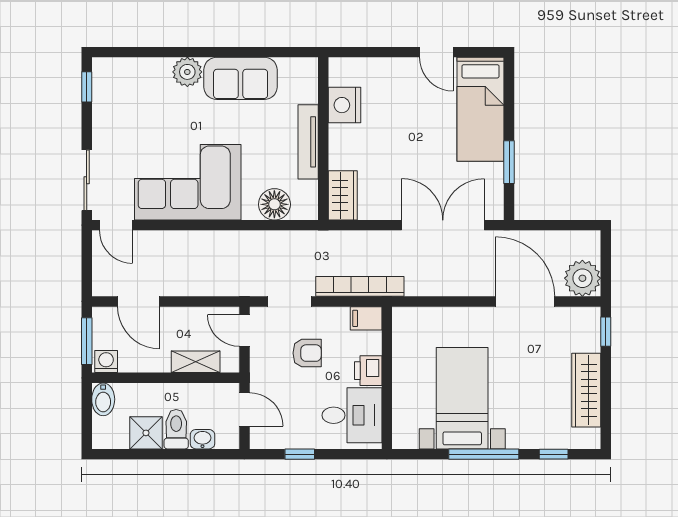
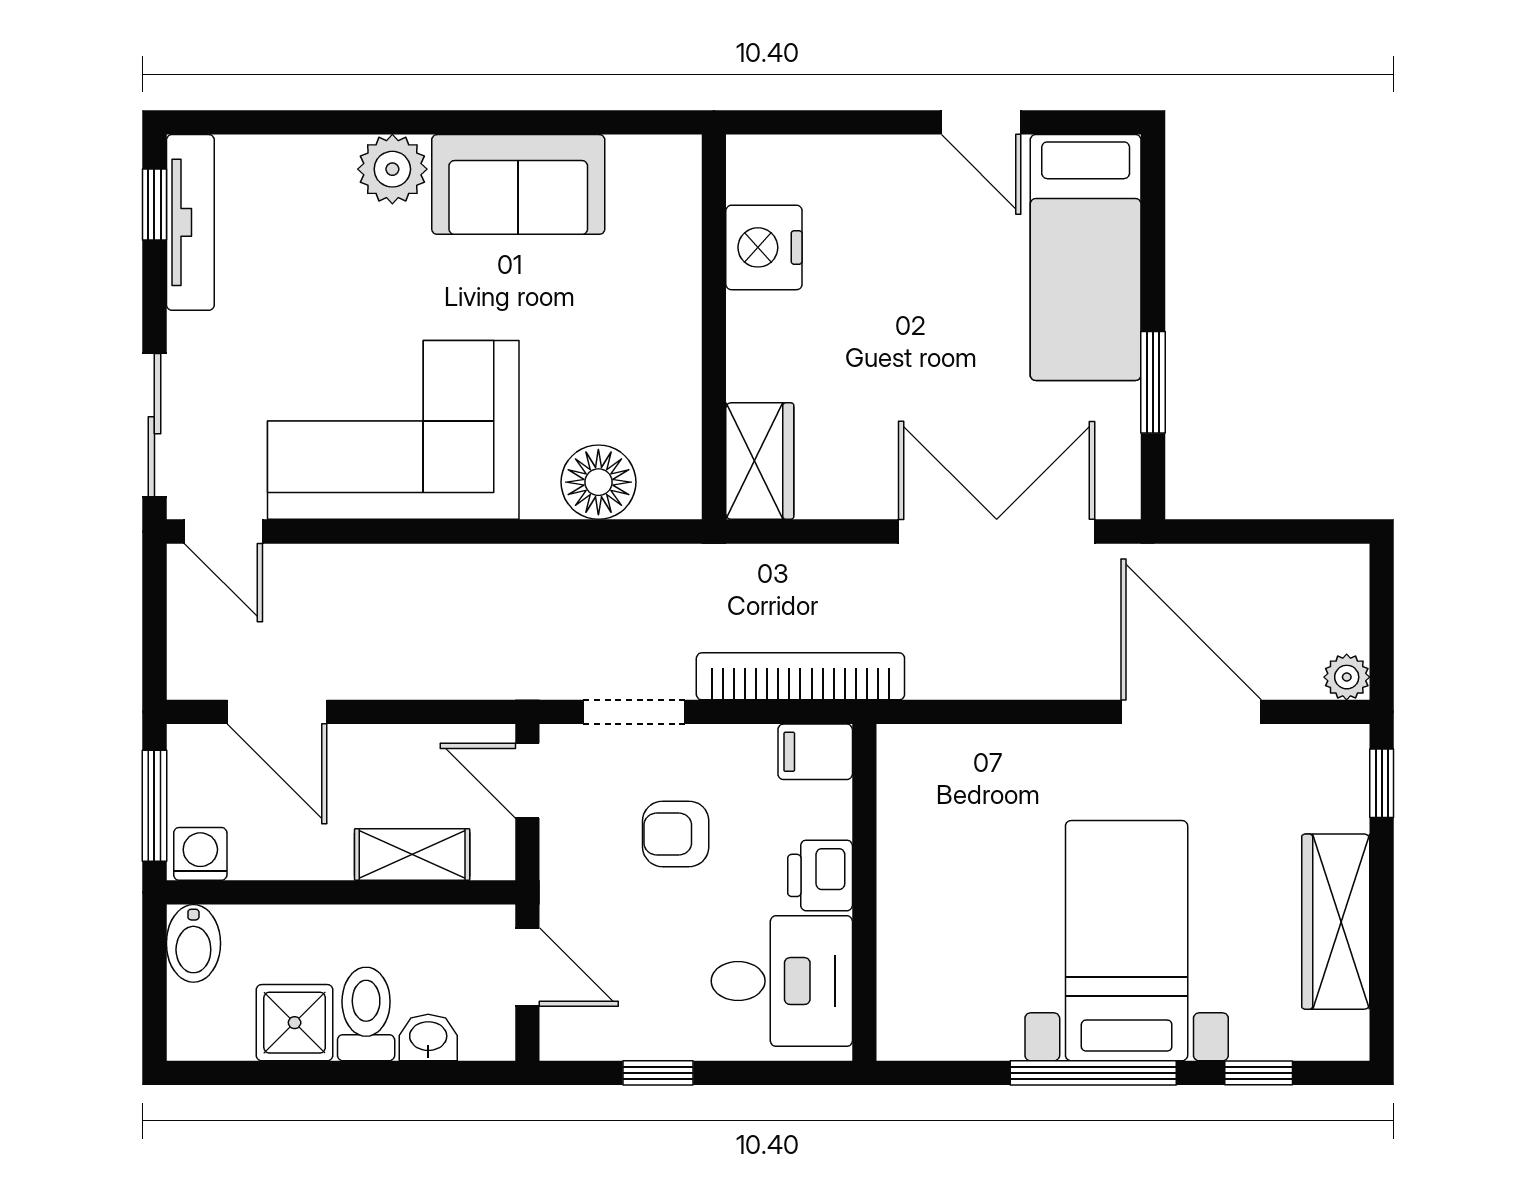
tv unit: (308, 142) -> (190, 222), moved, turned 180
plant: (582, 278) -> (1347, 677), width x0.53, depth x0.53
armchair: (307, 353) -> (676, 834), turned 180
bed with nightstands: (462, 398) -> (1127, 941), moved

